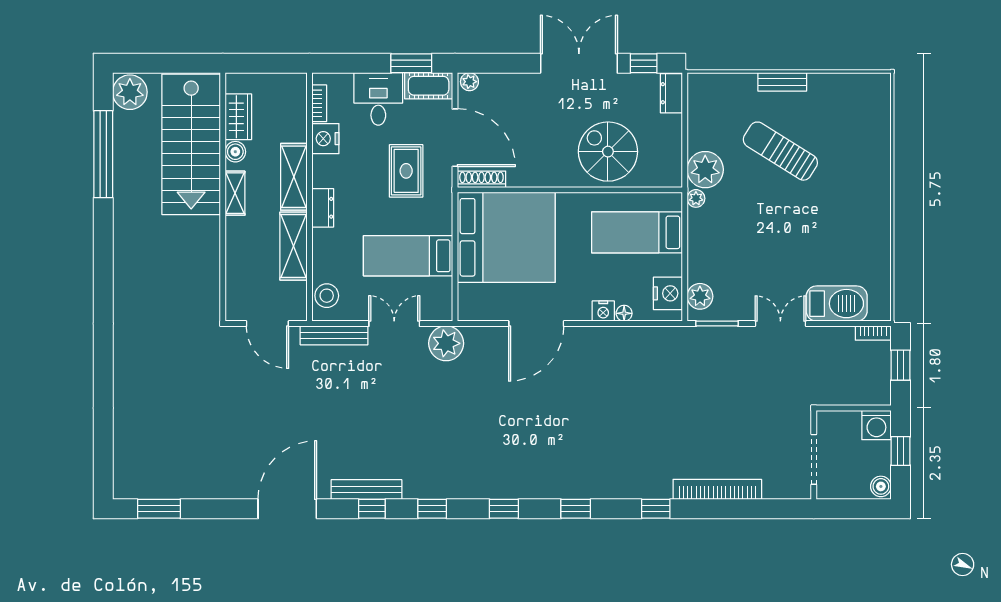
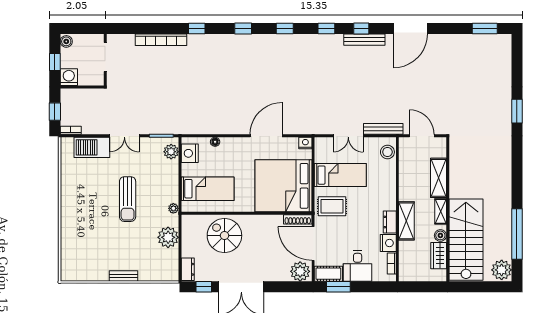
plant: (469, 82) -> (300, 271), width x1.87, depth x1.87
sun lounger: (780, 151) -> (128, 199), moved, turned 58
spiral stairs: (608, 152) -> (224, 236), turned 180
plant: (705, 170) -> (168, 237), moved
rug: (406, 171) -> (332, 206), moved, turned 90
dresser: (323, 208) -> (390, 222), moved
shelving: (294, 246) -> (438, 178), moved
nightstand: (603, 311) -> (305, 143), moved
plant: (446, 343) -> (318, 124), removed
window: (103, 366) -> (517, 111), added

